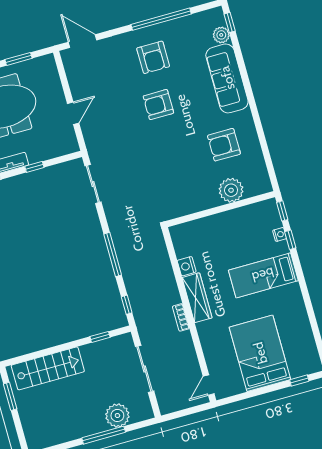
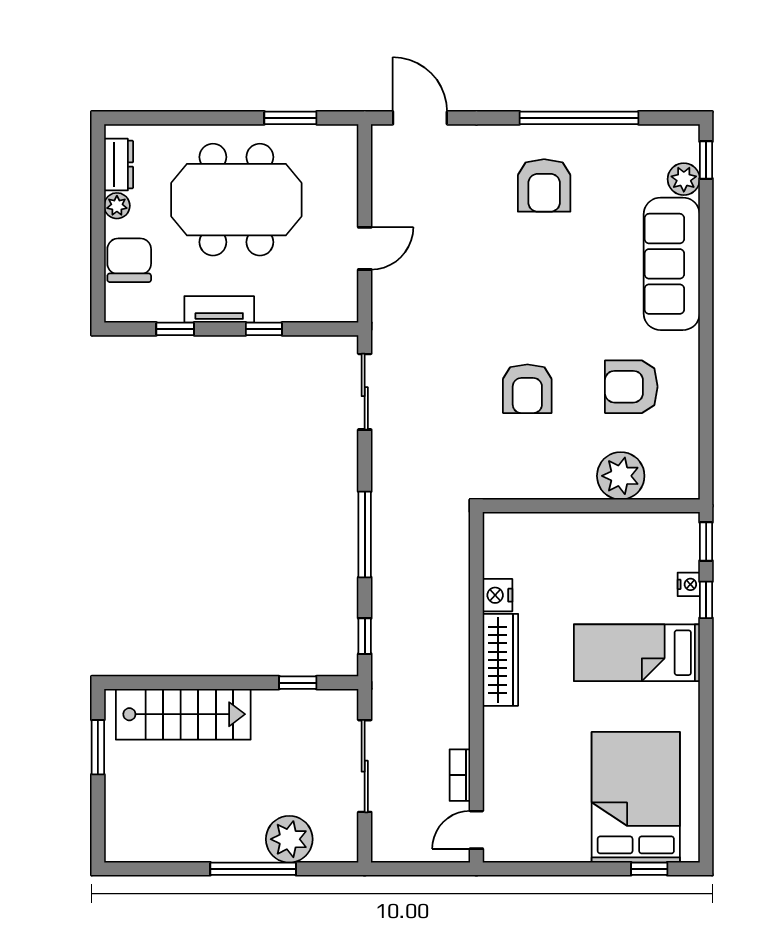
armchair: (158, 105) -> (527, 389), moved, turned -90
bookcase: (181, 317) -> (460, 775), moved
bed: (260, 353) -> (636, 797), moved

